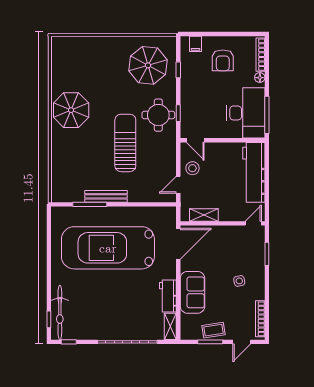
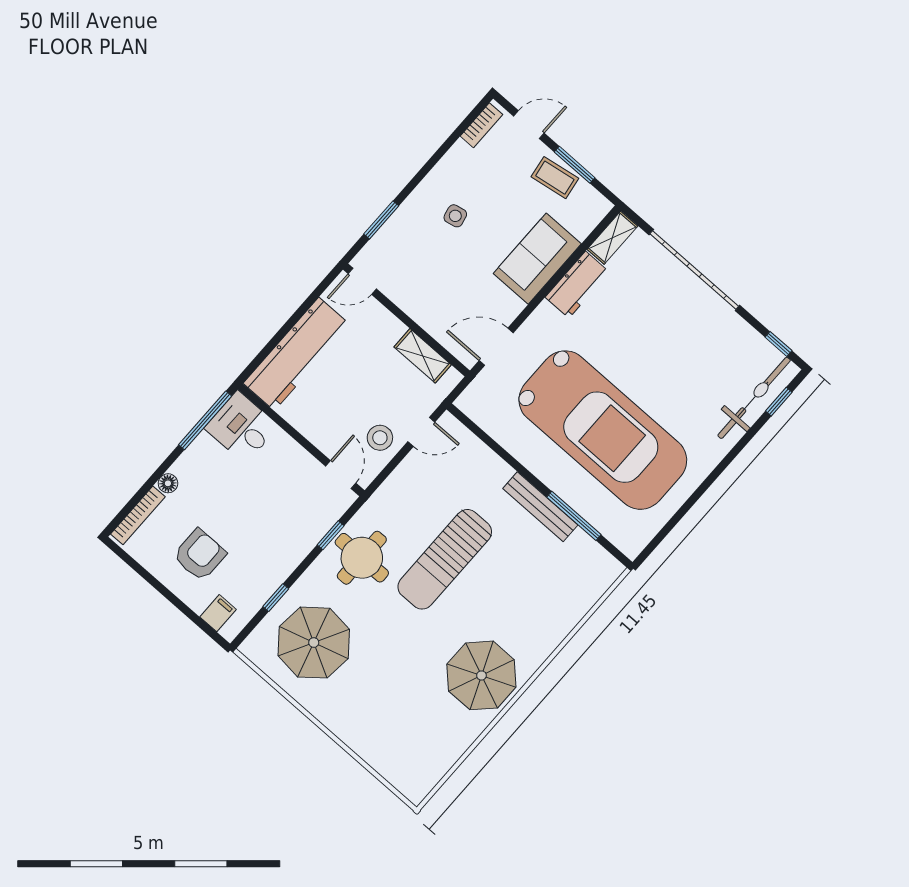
desk: (246, 113) -> (242, 427), width x0.53, depth x0.77
door: (178, 244) -> (496, 347), width x0.73
bookcase: (260, 319) -> (481, 125), width x0.64

